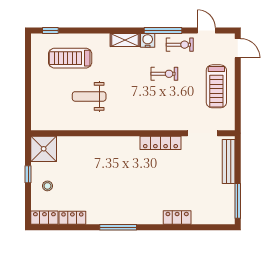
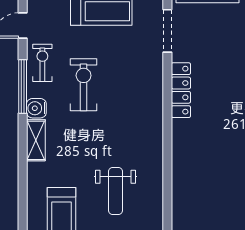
exercise bike: (164, 74) -> (84, 85), width x1.38, depth x1.39

